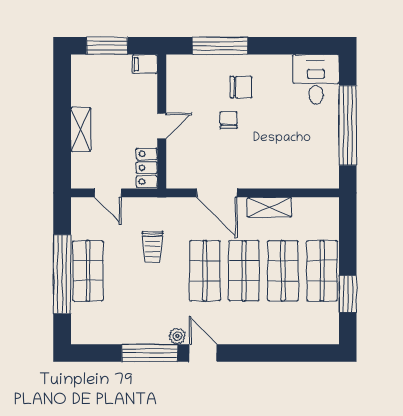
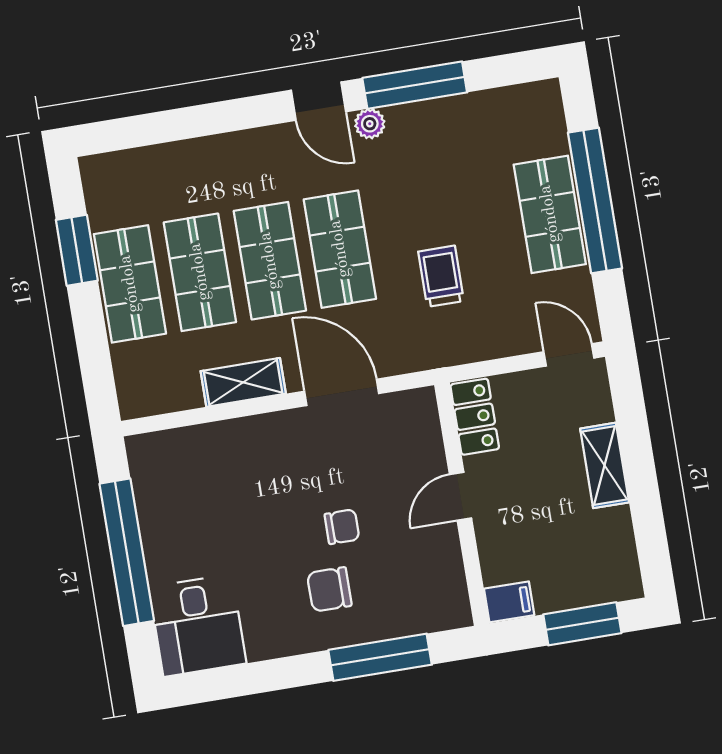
chair: (229, 120) -> (342, 527), turned -90
door: (108, 193) -> (569, 355), moved

